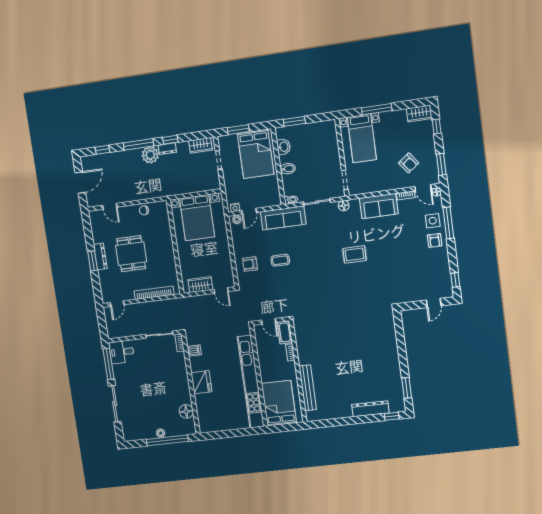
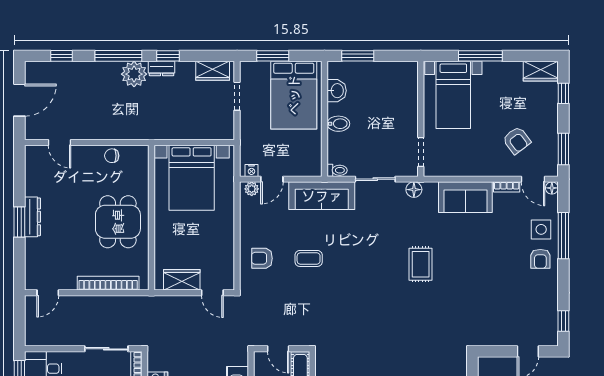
dining table: (131, 254) -> (118, 222), moved
rug: (354, 254) -> (421, 264), turned 90

